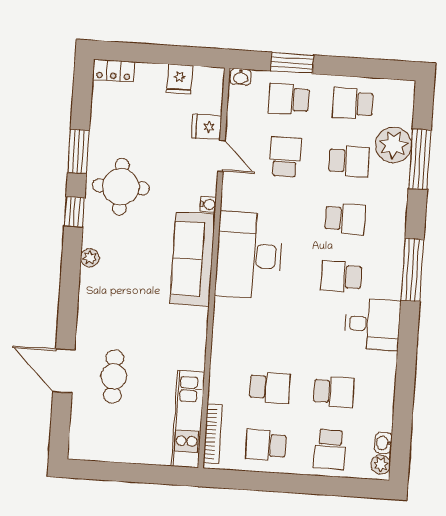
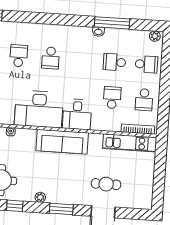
sofa: (193, 259) -> (62, 142), moved
window: (412, 270) -> (112, 23), moved
window: (69, 296) -> (61, 209), added
desk: (372, 324) -> (77, 114), moved, turned 180
school desk: (334, 392) -> (114, 62), turned -90
washbasin: (383, 443) -> (98, 32), moved

